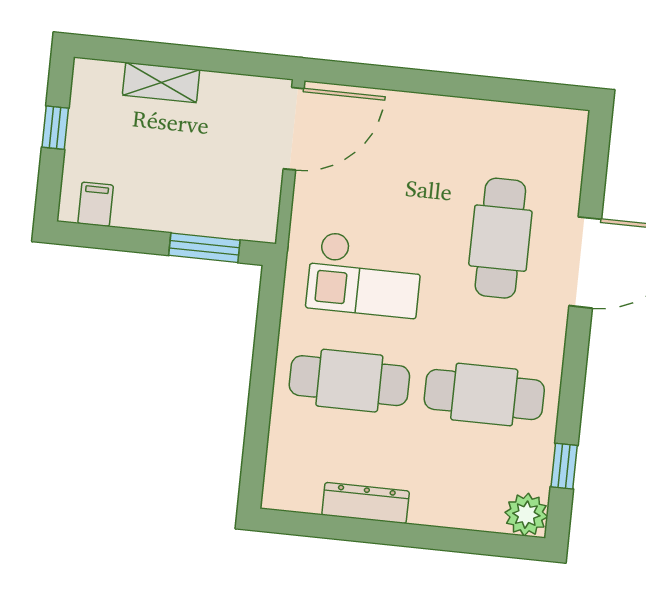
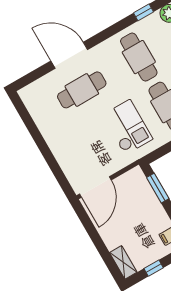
shelving: (161, 82) -> (123, 262), moved
door: (294, 129) -> (95, 187), swing flipped

